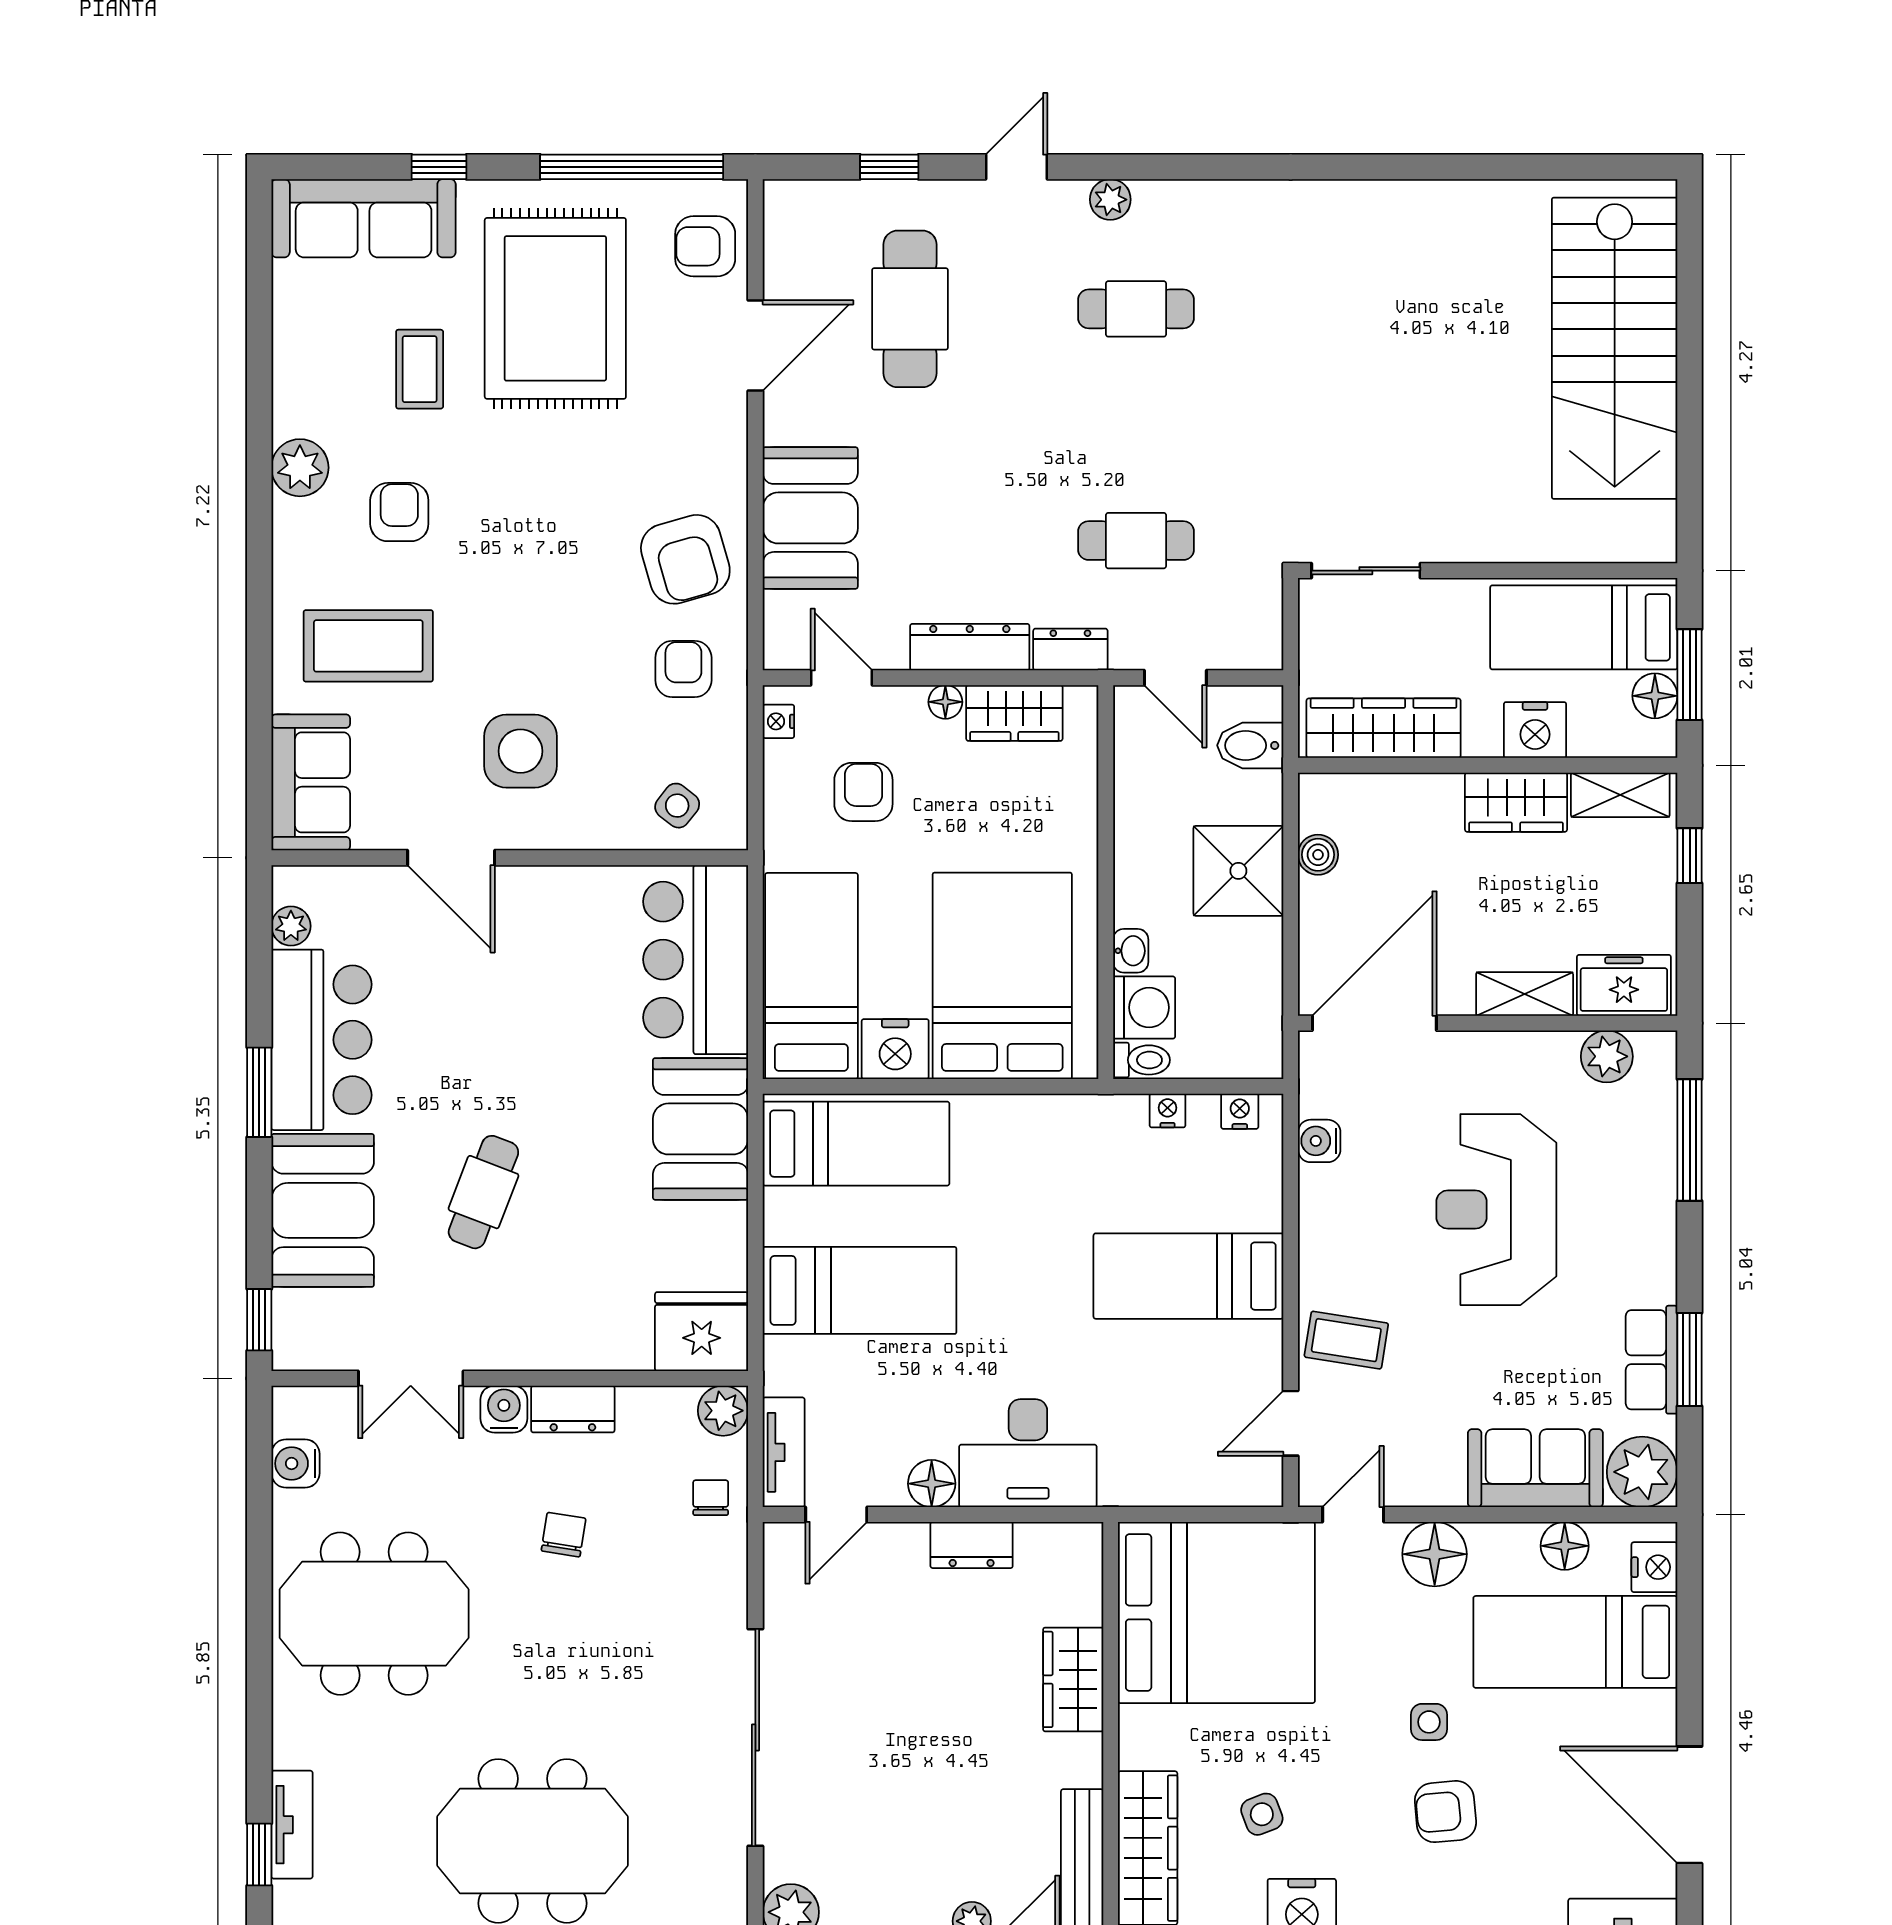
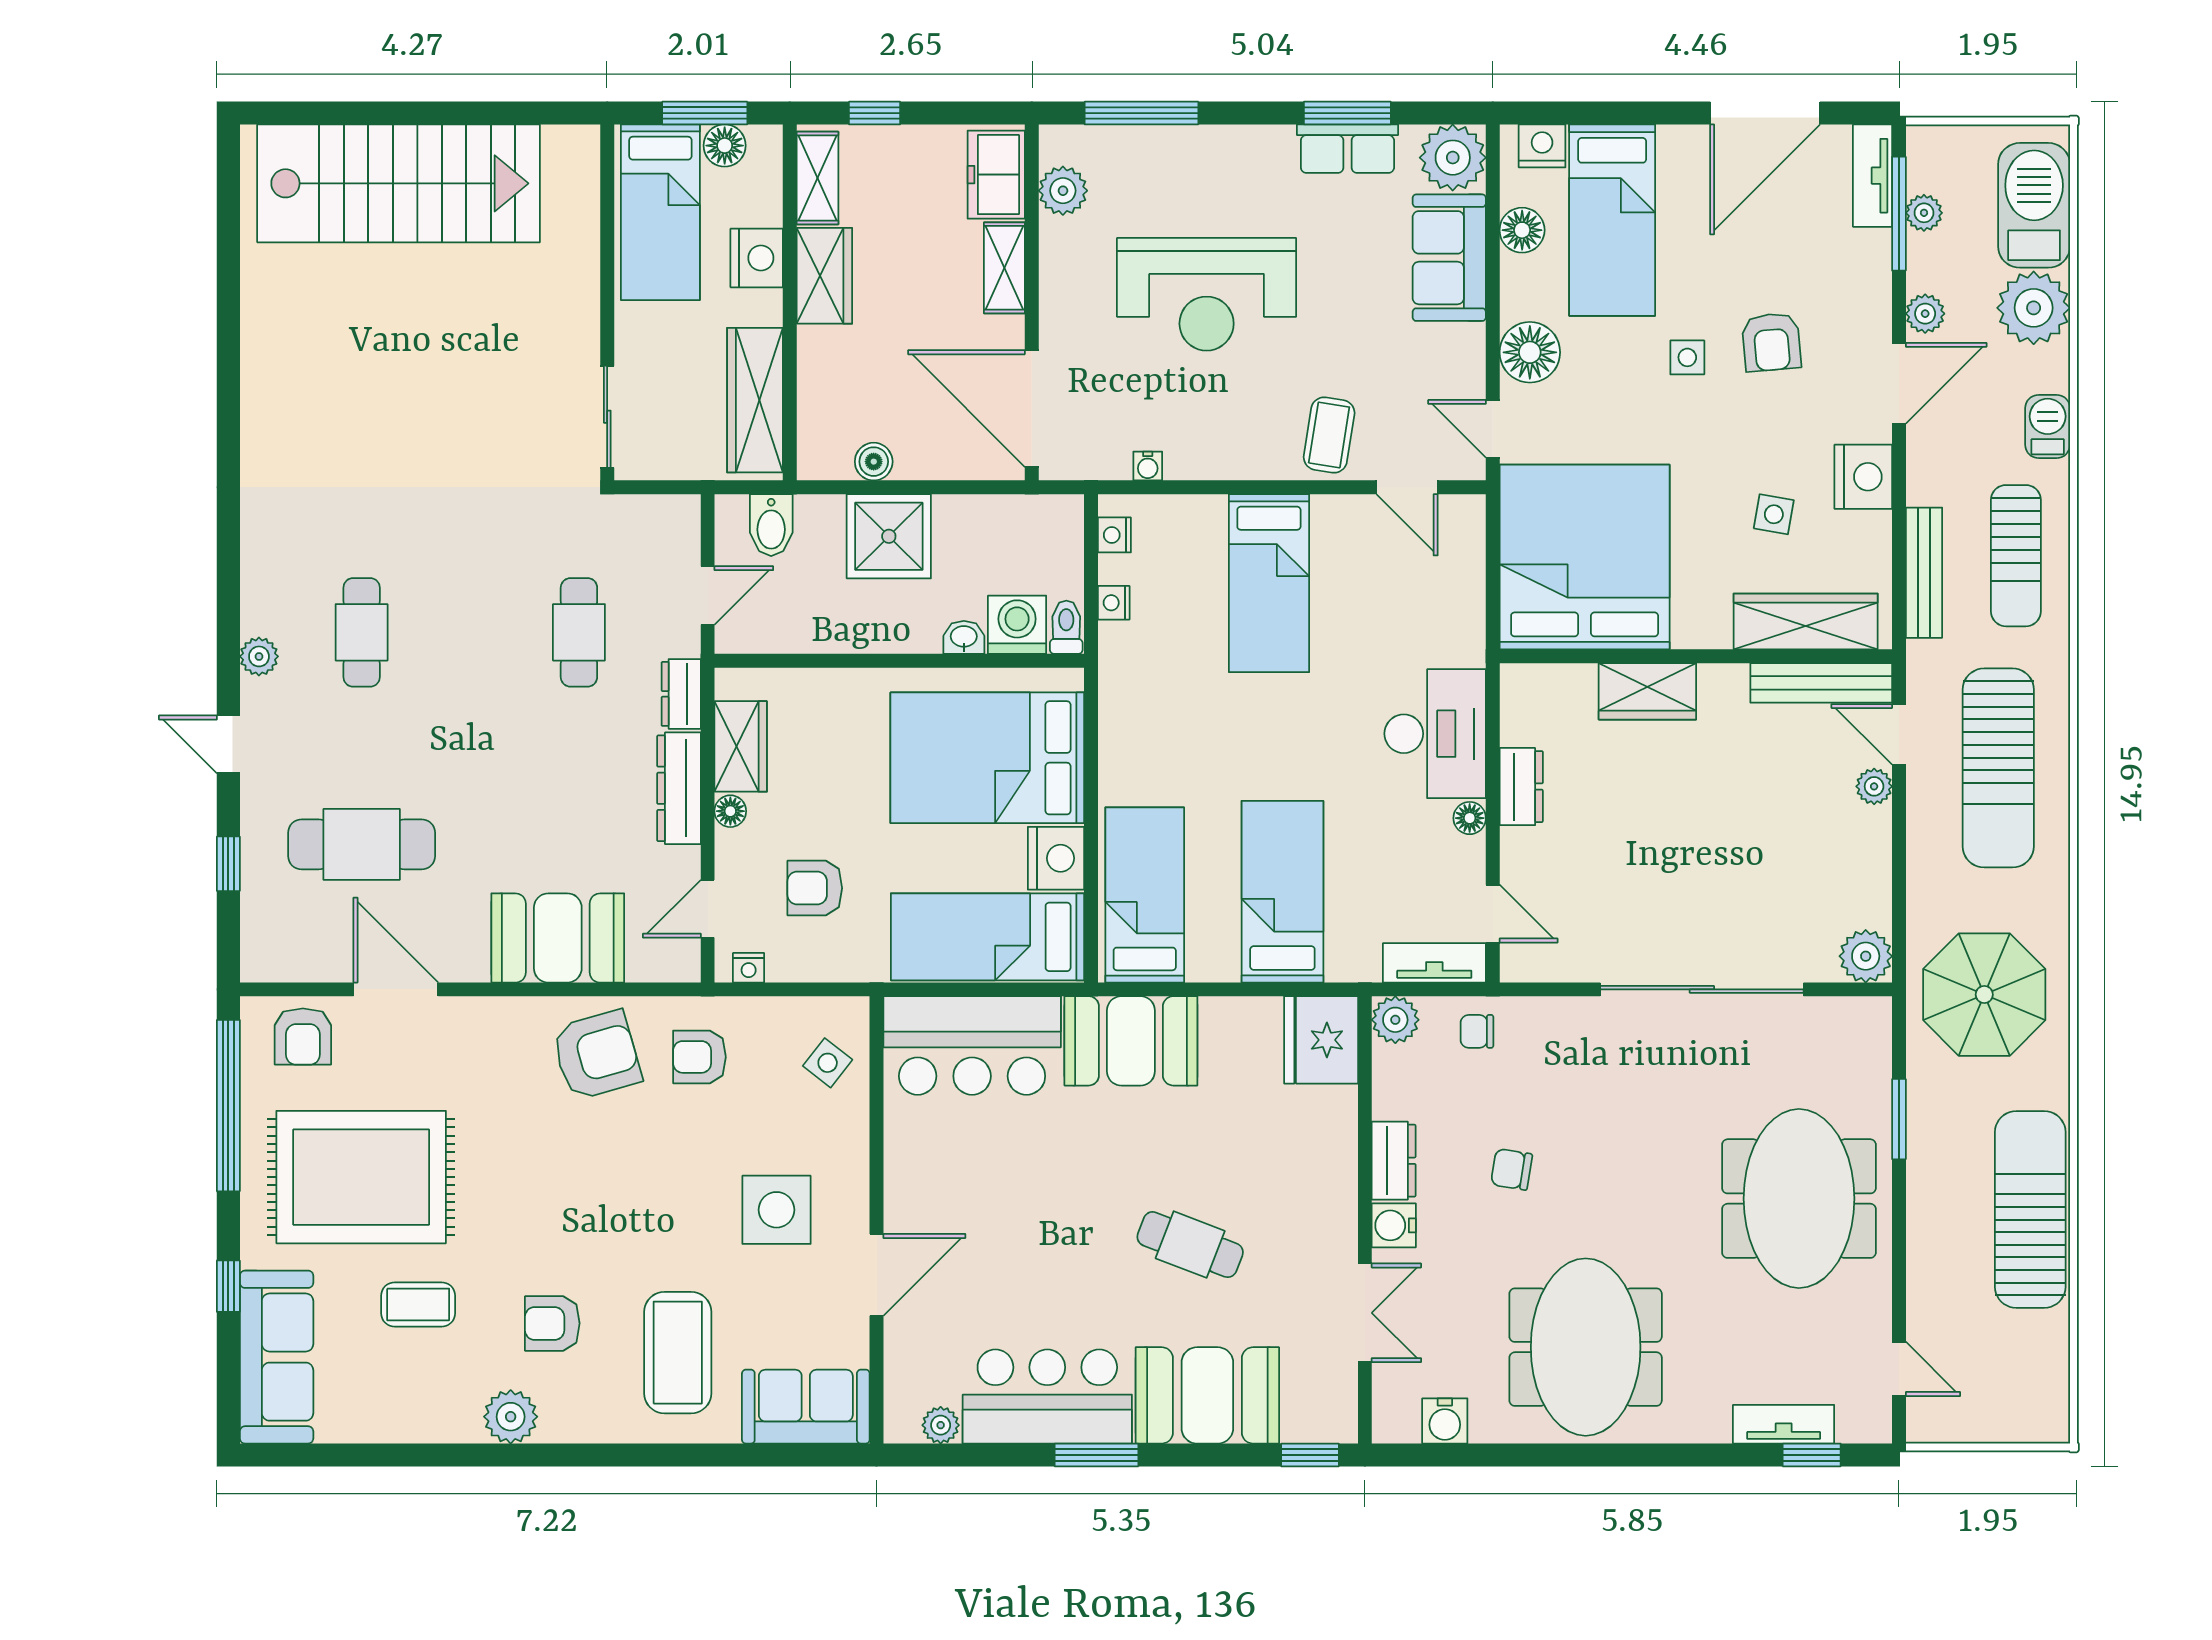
water cooler: (1319, 1141) -> (1148, 466), width x0.72, depth x0.72
floor lamp: (932, 1484) -> (1470, 818), width x0.73, depth x0.73
side table: (1262, 1814) -> (1774, 514), turned 31

